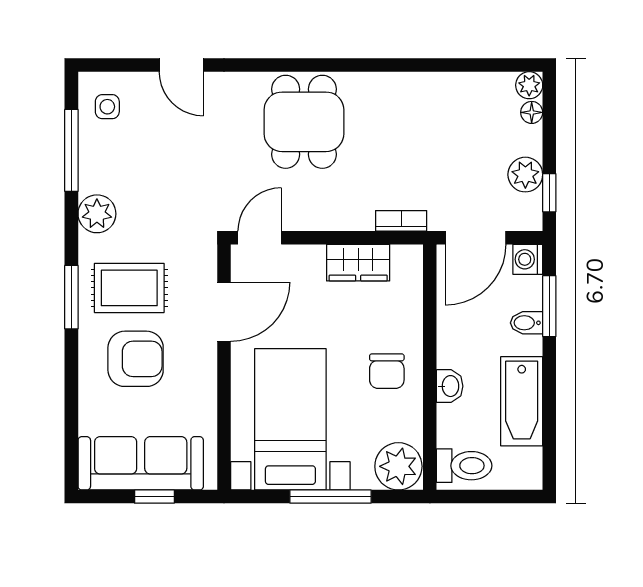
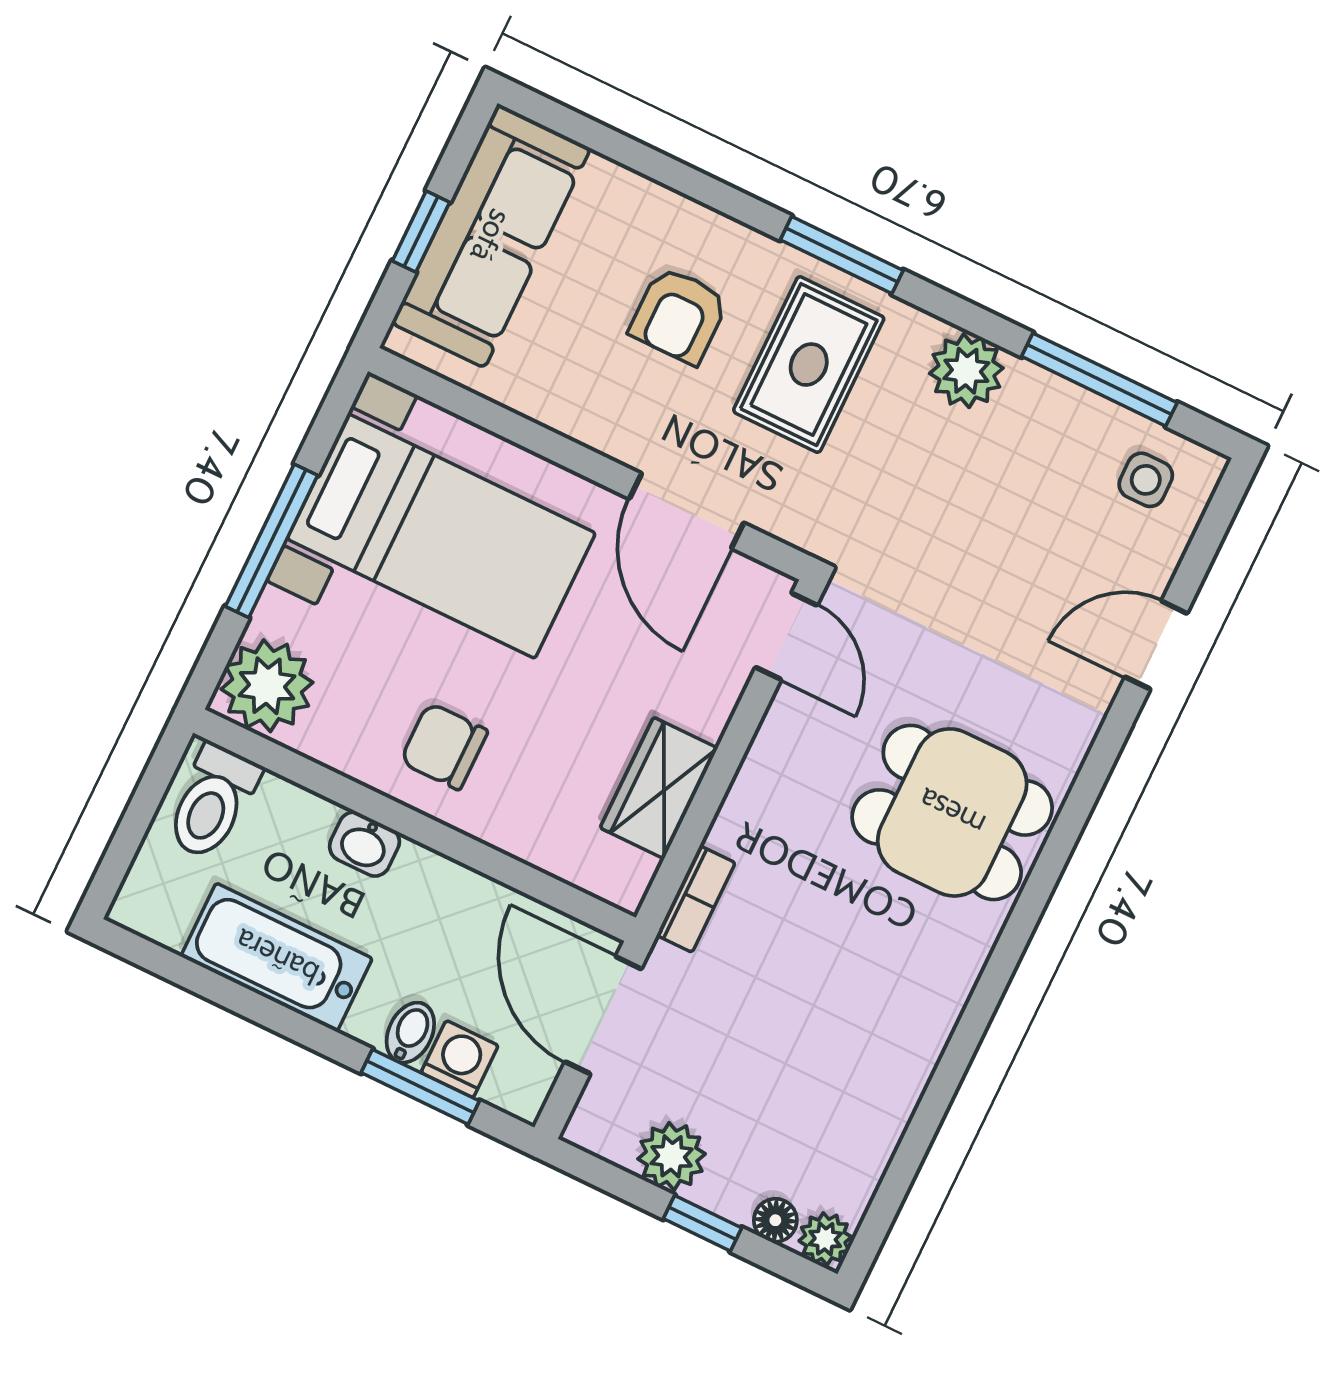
window: (549, 193) -> (702, 1223), moved
washing machine: (528, 259) -> (460, 1059), moved
armchair: (136, 359) -> (679, 315), width x0.72, depth x0.72

